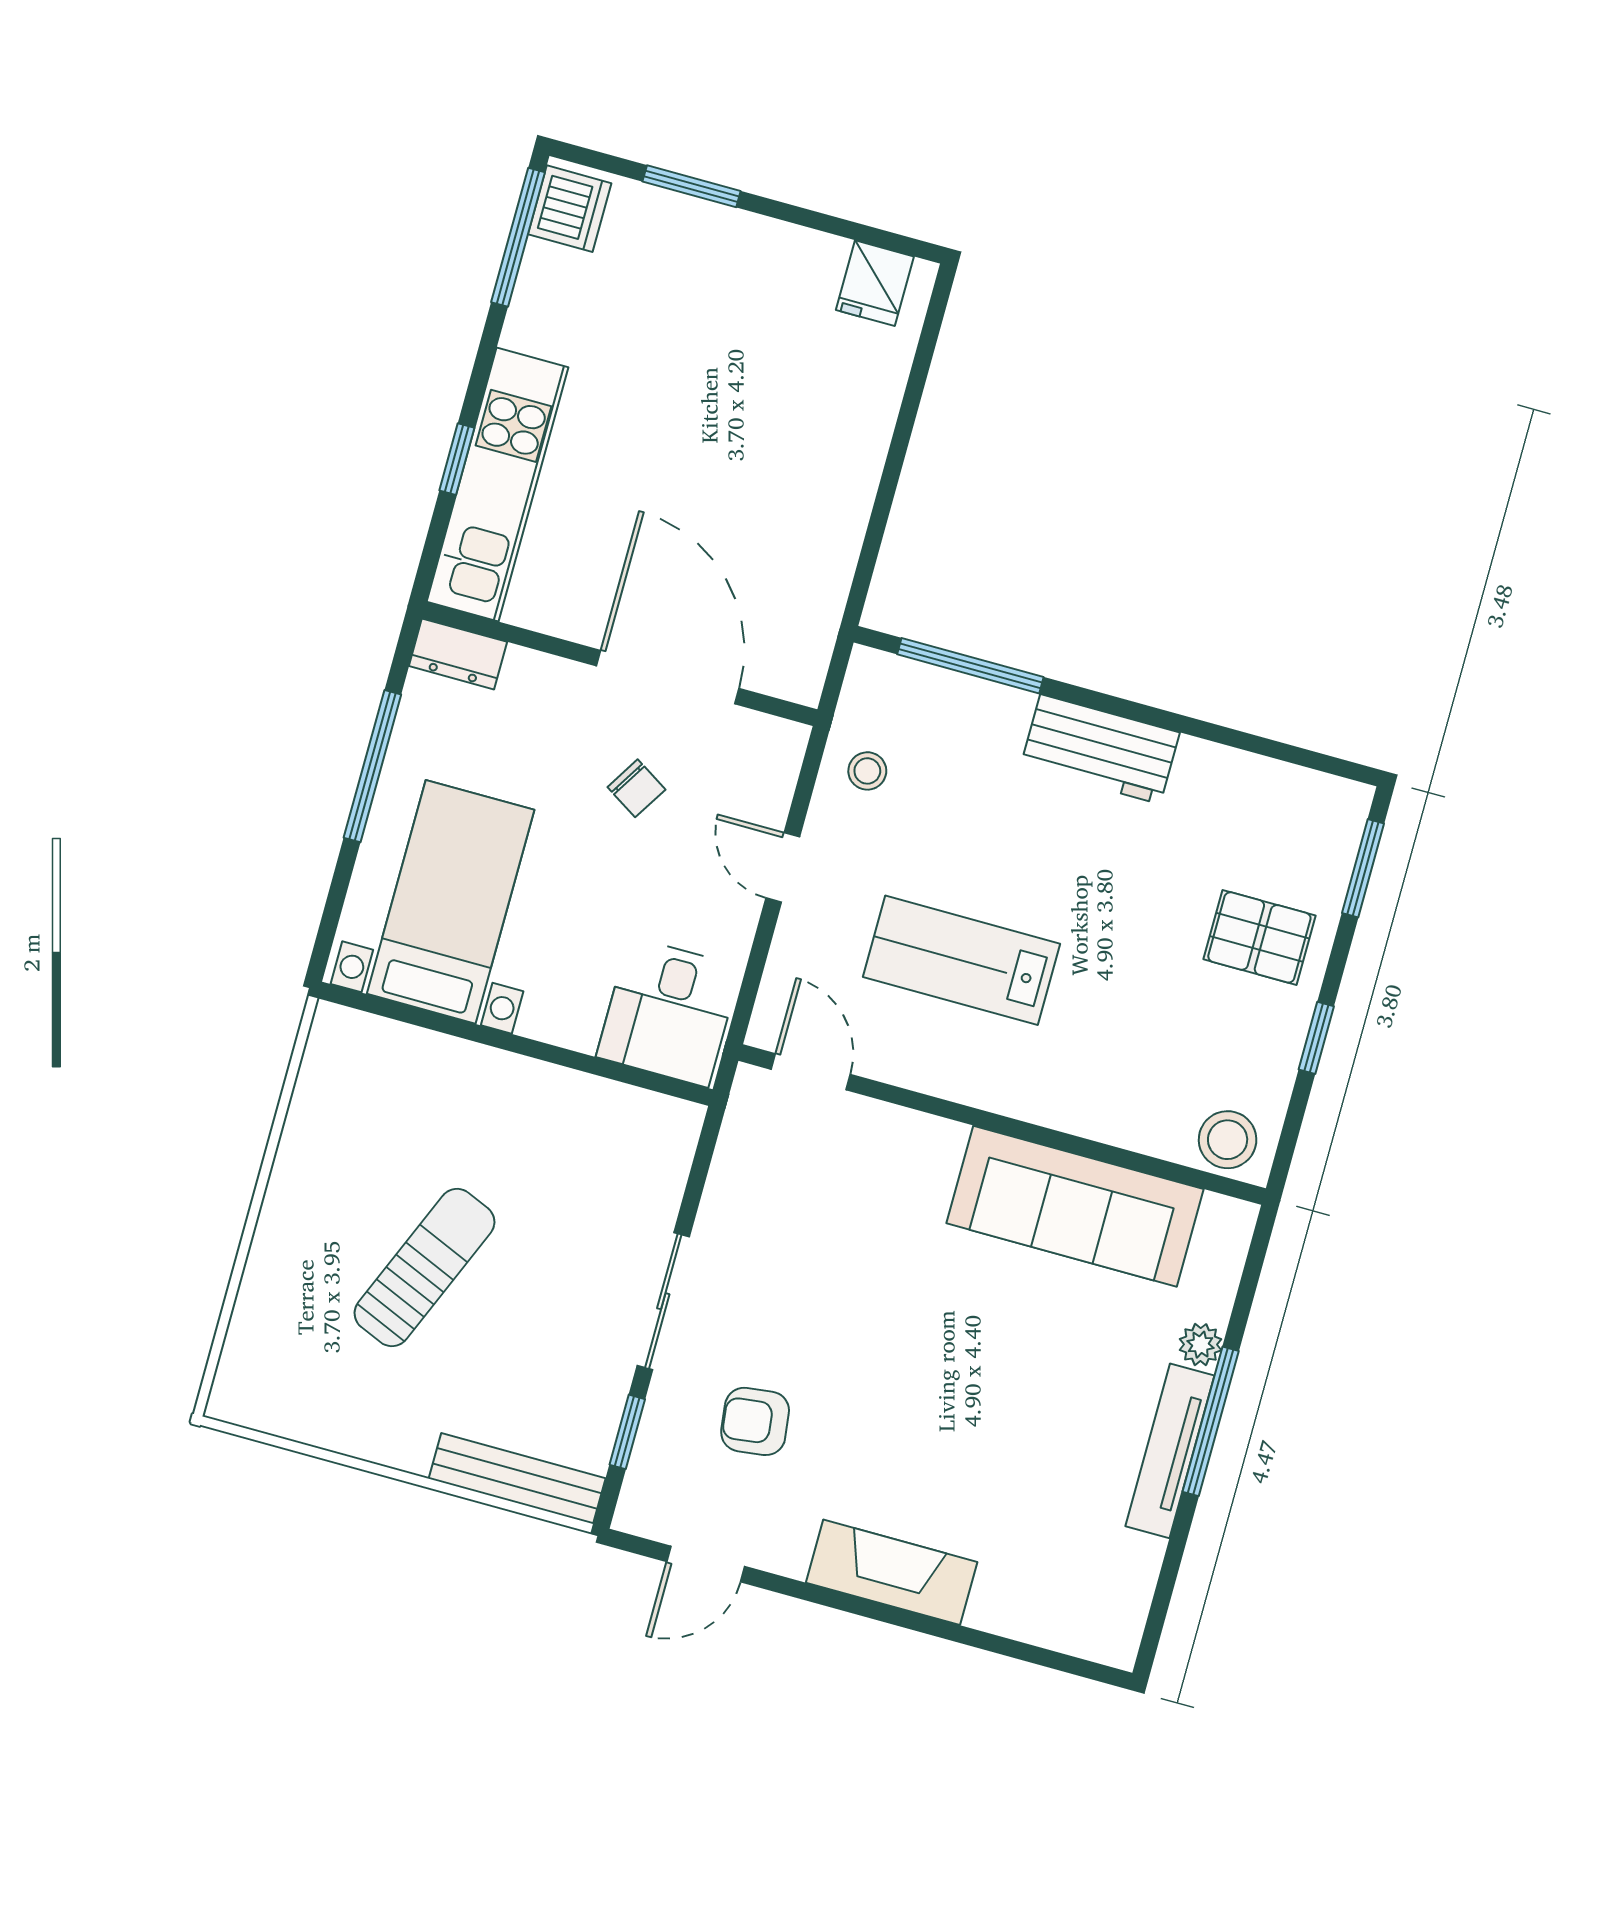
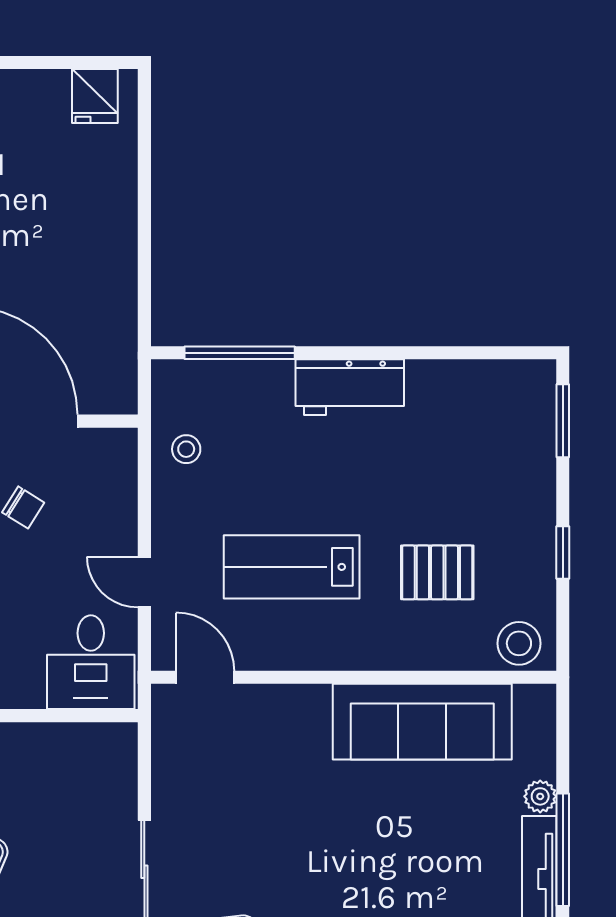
door: (783, 867) -> (144, 582), moved
pallet: (1259, 937) -> (437, 572), moved

